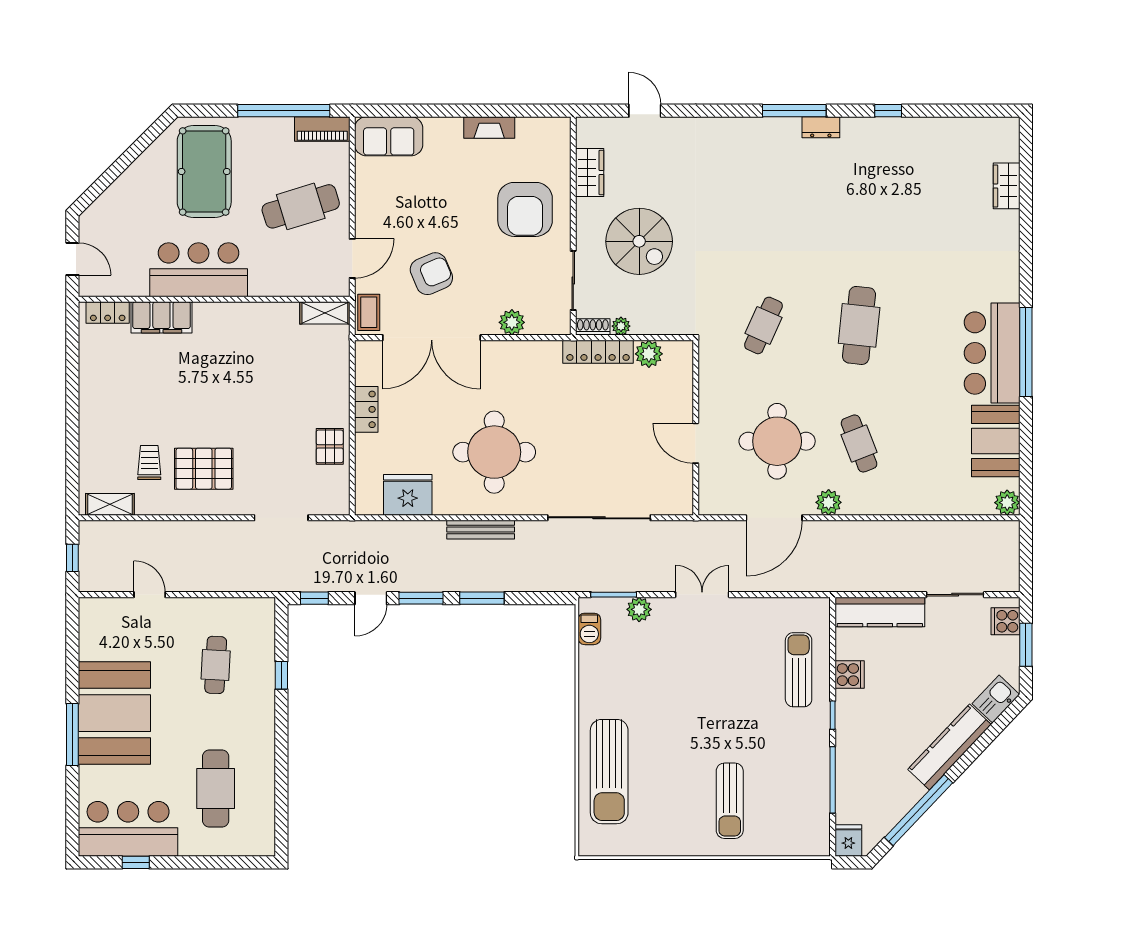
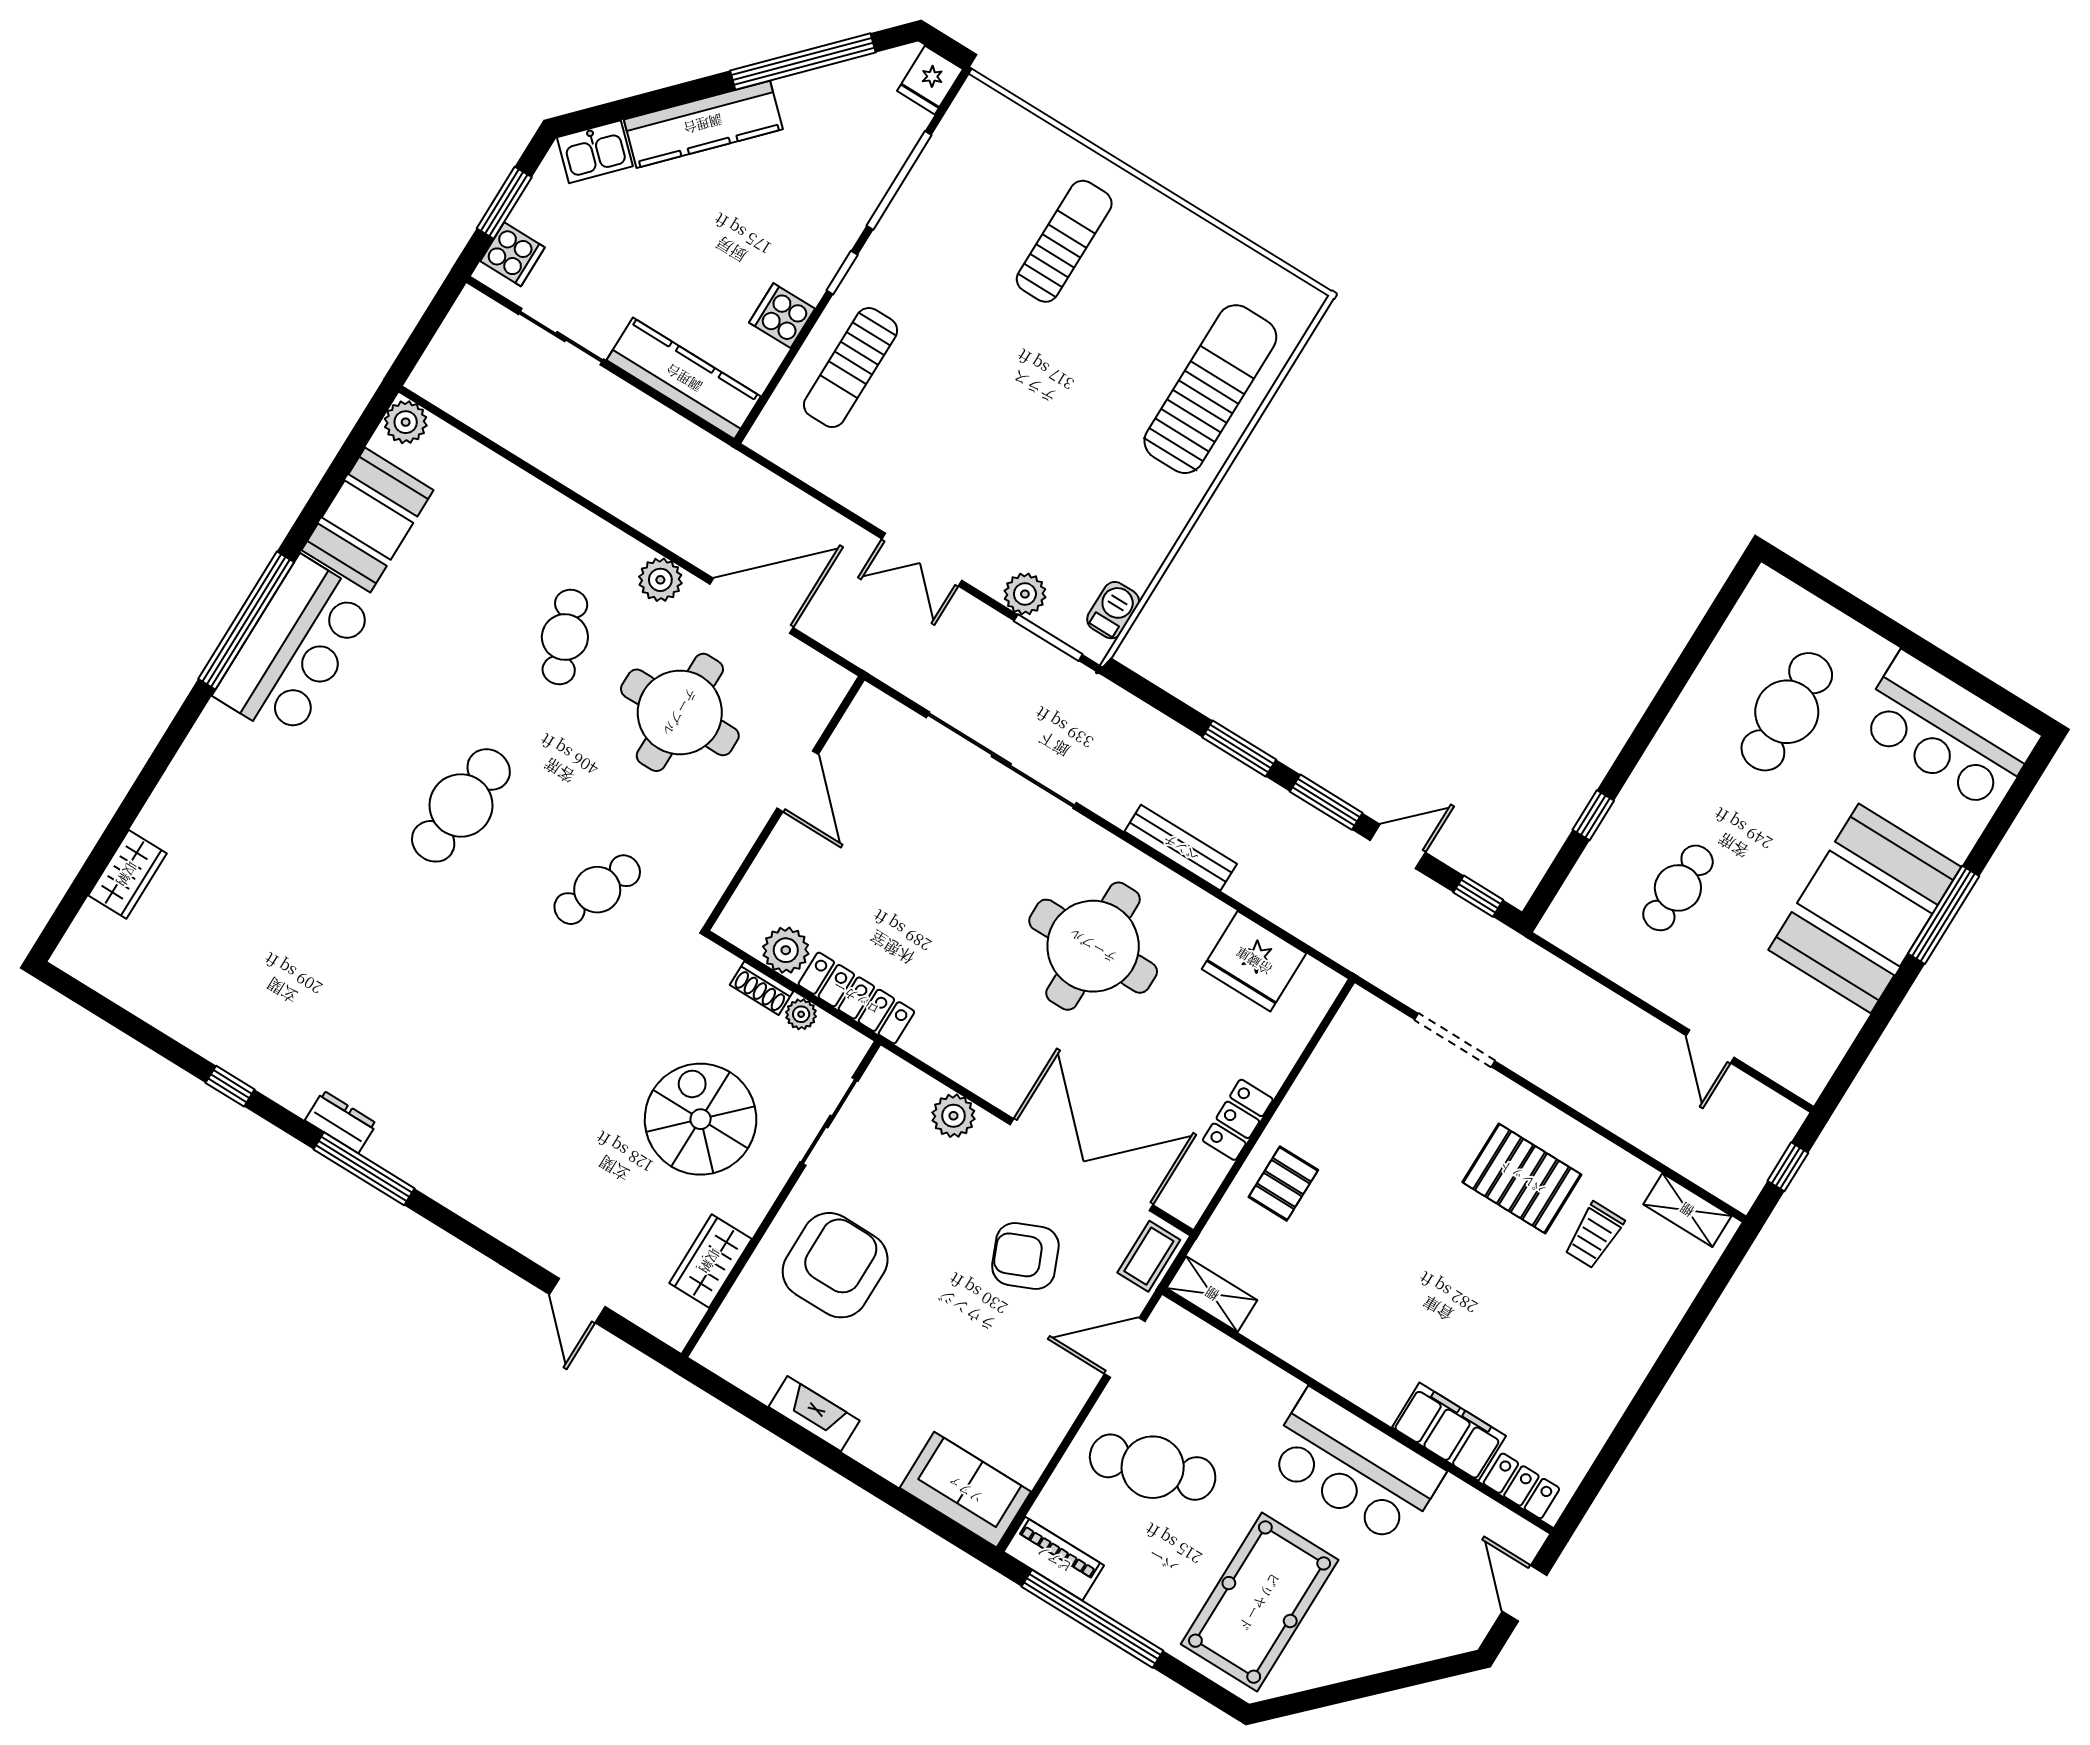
shoe rack: (593, 327) -> (762, 988), moved
pallet: (330, 446) -> (1283, 1184), moved
window: (136, 862) -> (1966, 677), removed

